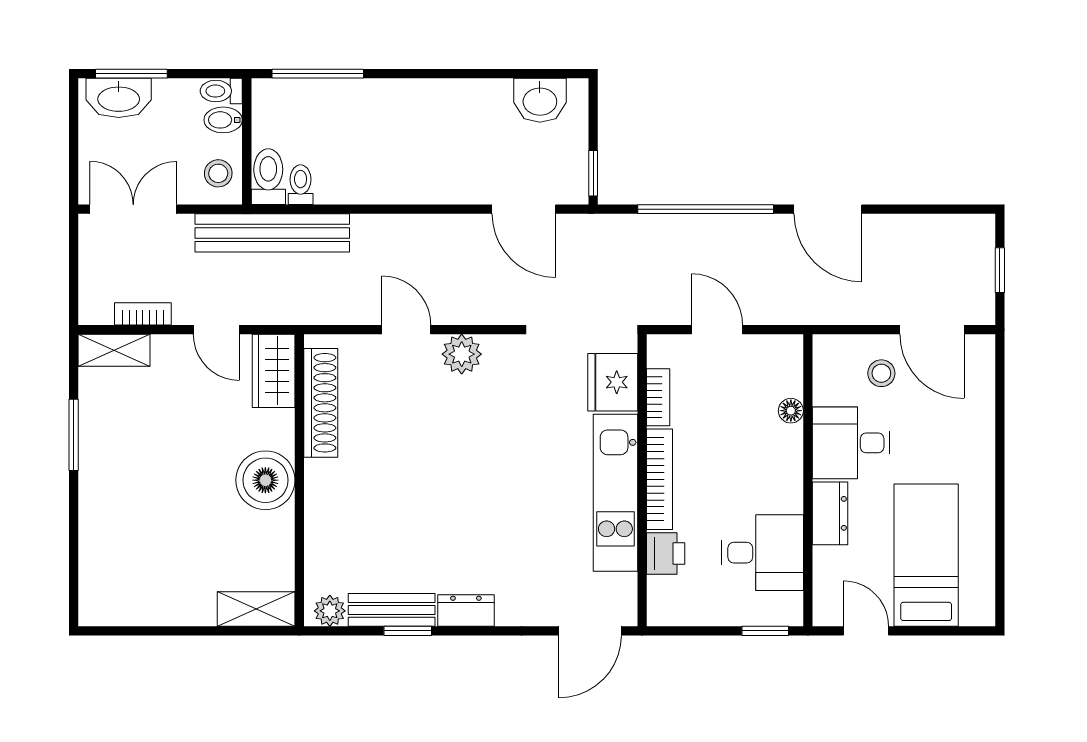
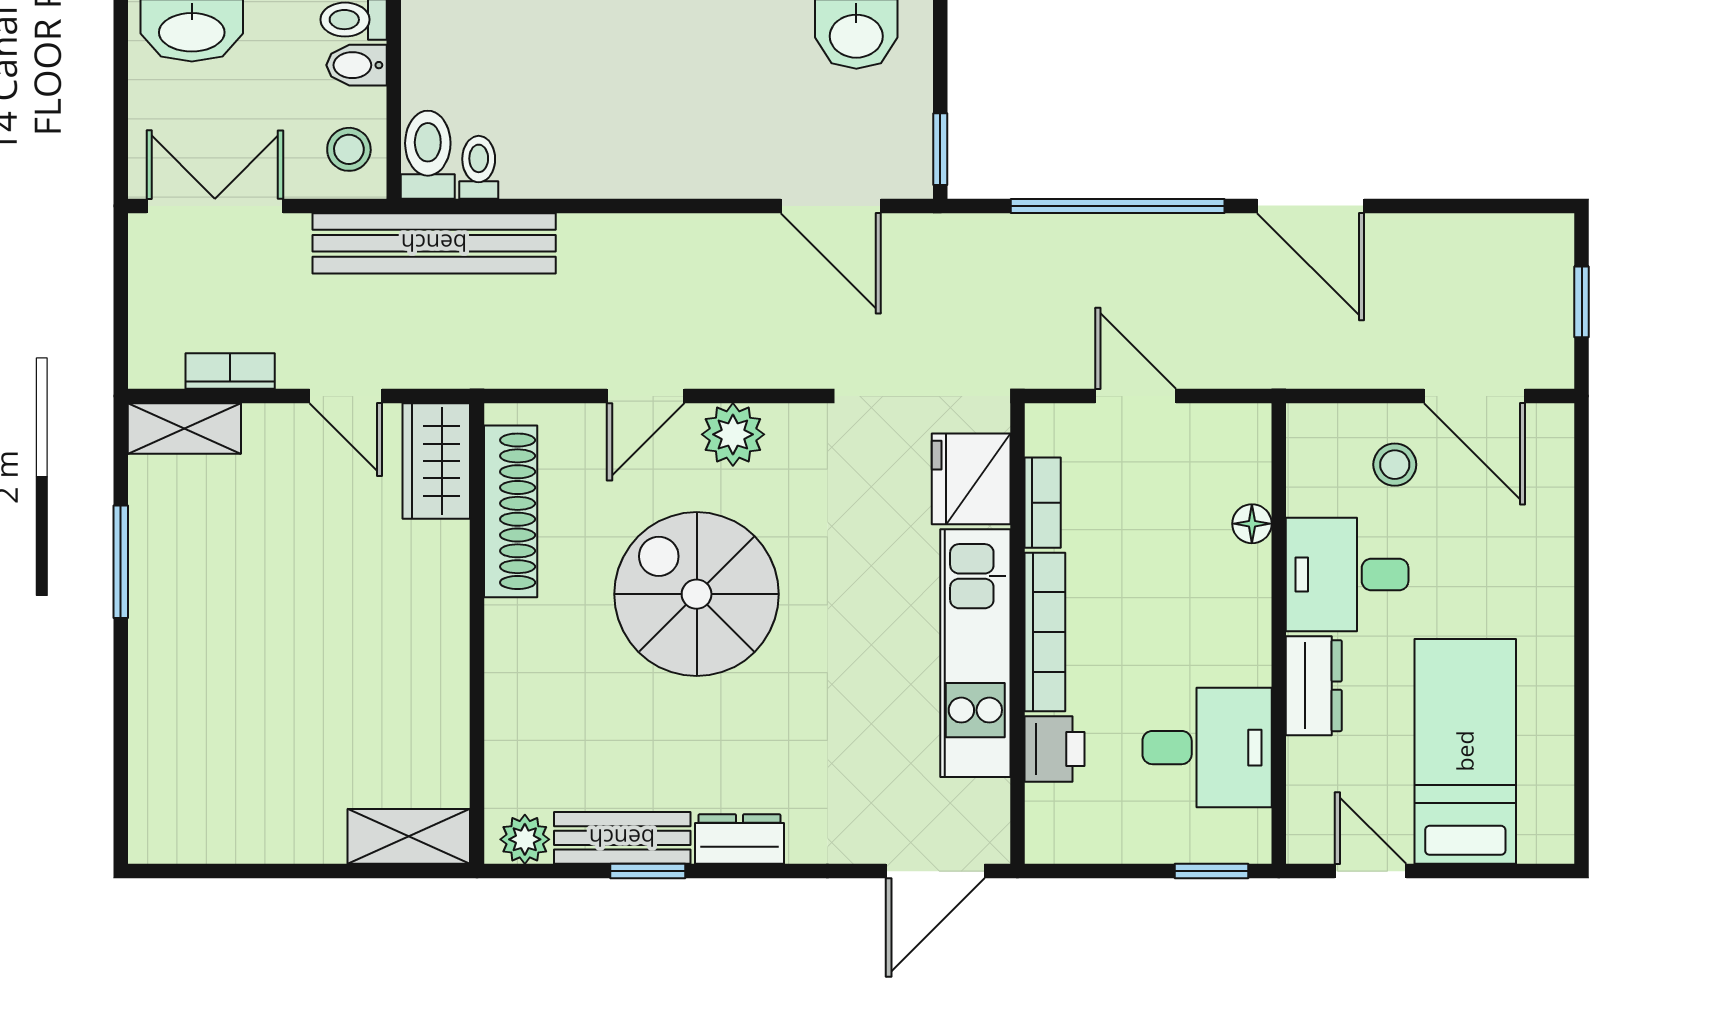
door: (406, 330) -> (646, 396), swing flipped
spiral stairs: (439, 455) -> (697, 594), added
boiler: (265, 480) -> (423, 633), removed

